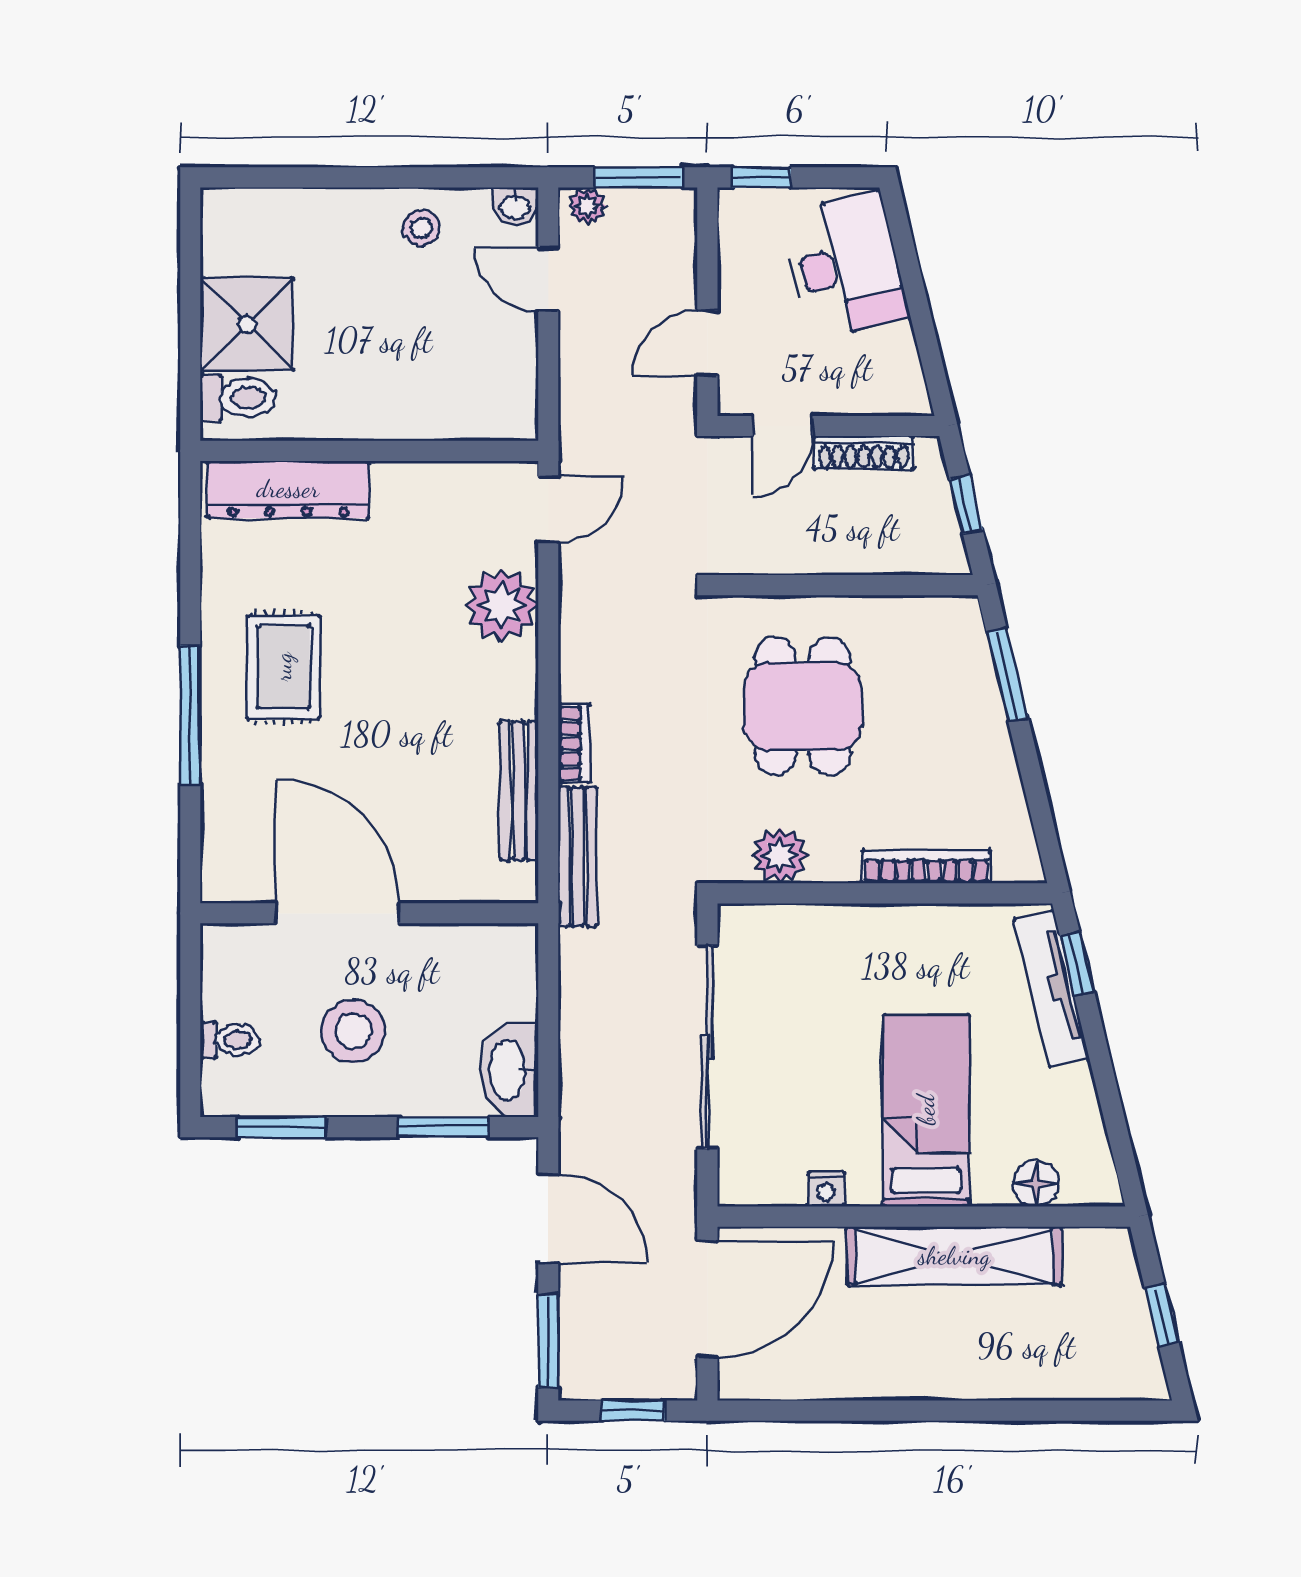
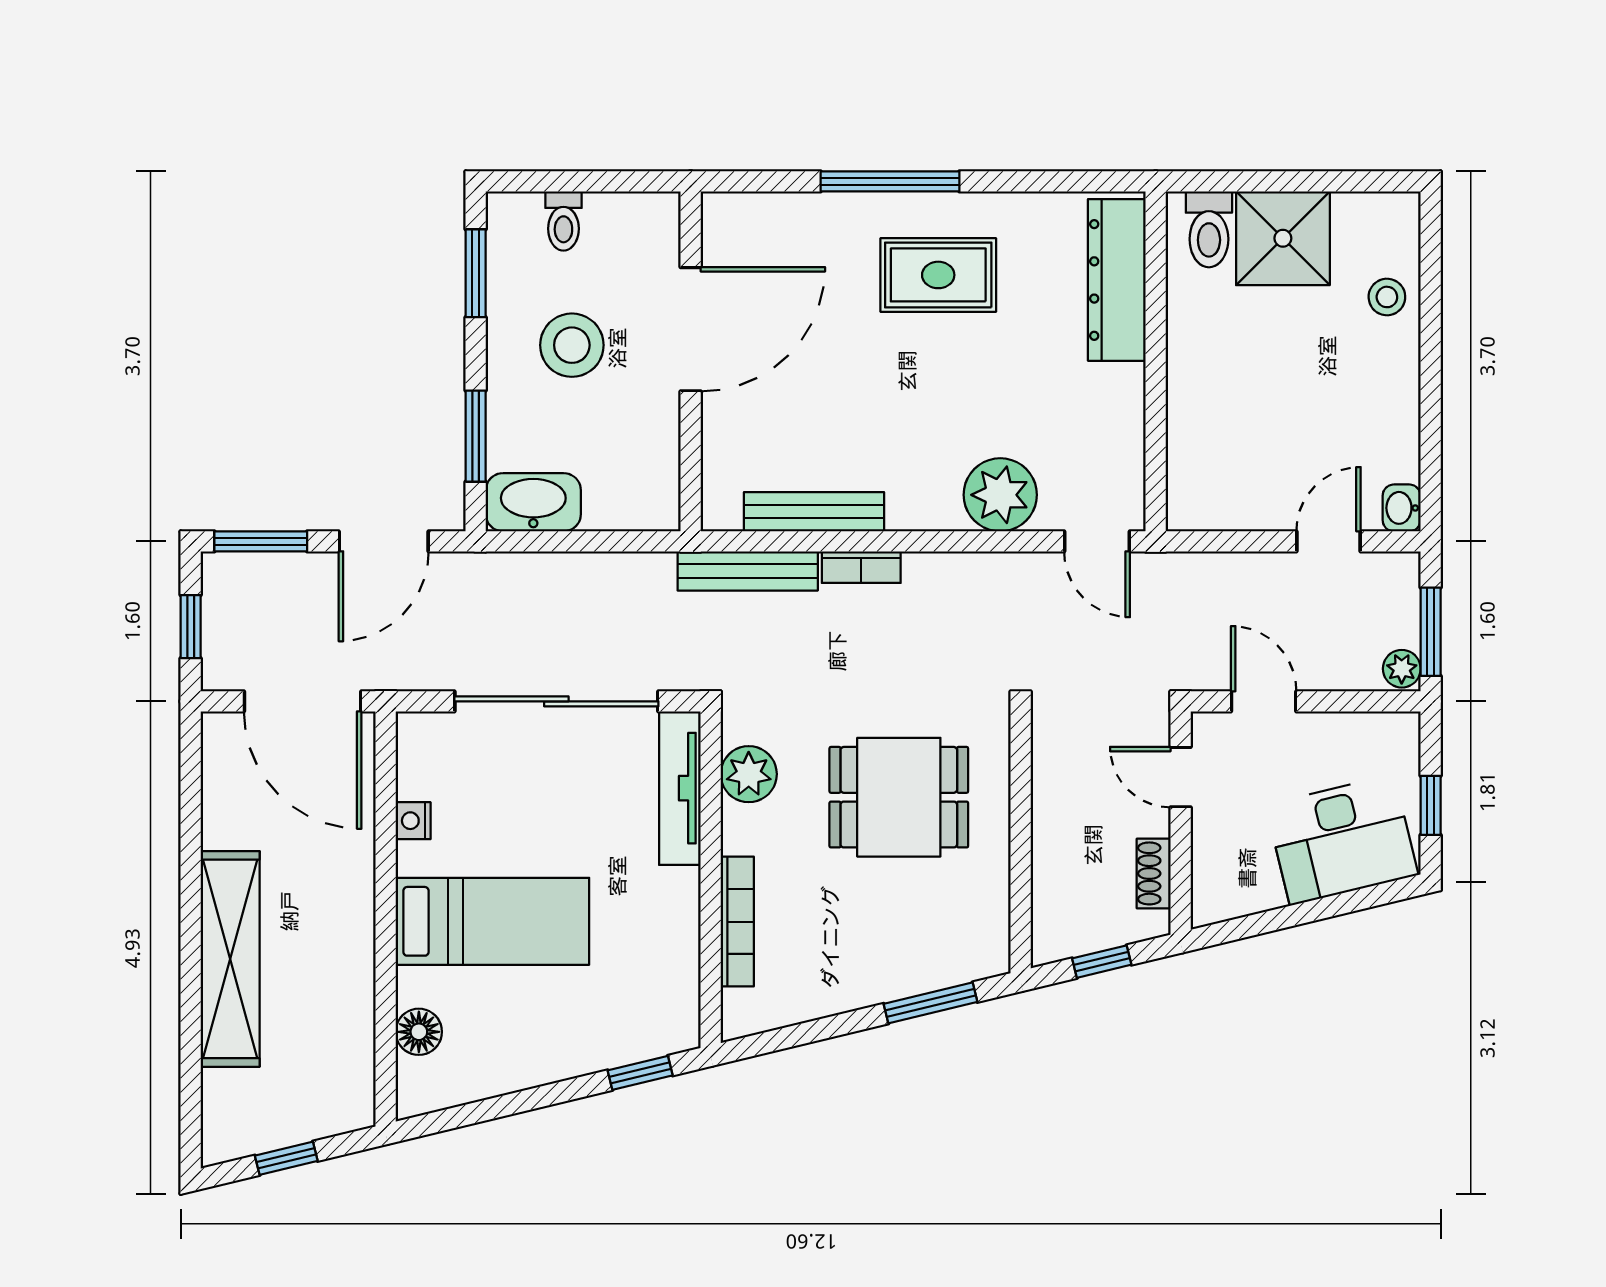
window: (761, 177) -> (1431, 805), moved
plant: (587, 206) -> (1402, 669), moved
stool: (421, 228) -> (1387, 297), moved
shoe rack: (864, 453) -> (1154, 873), width x0.70
tv unit: (1051, 989) -> (680, 788), moved, turned -76
shelving: (954, 1256) -> (230, 959), moved

